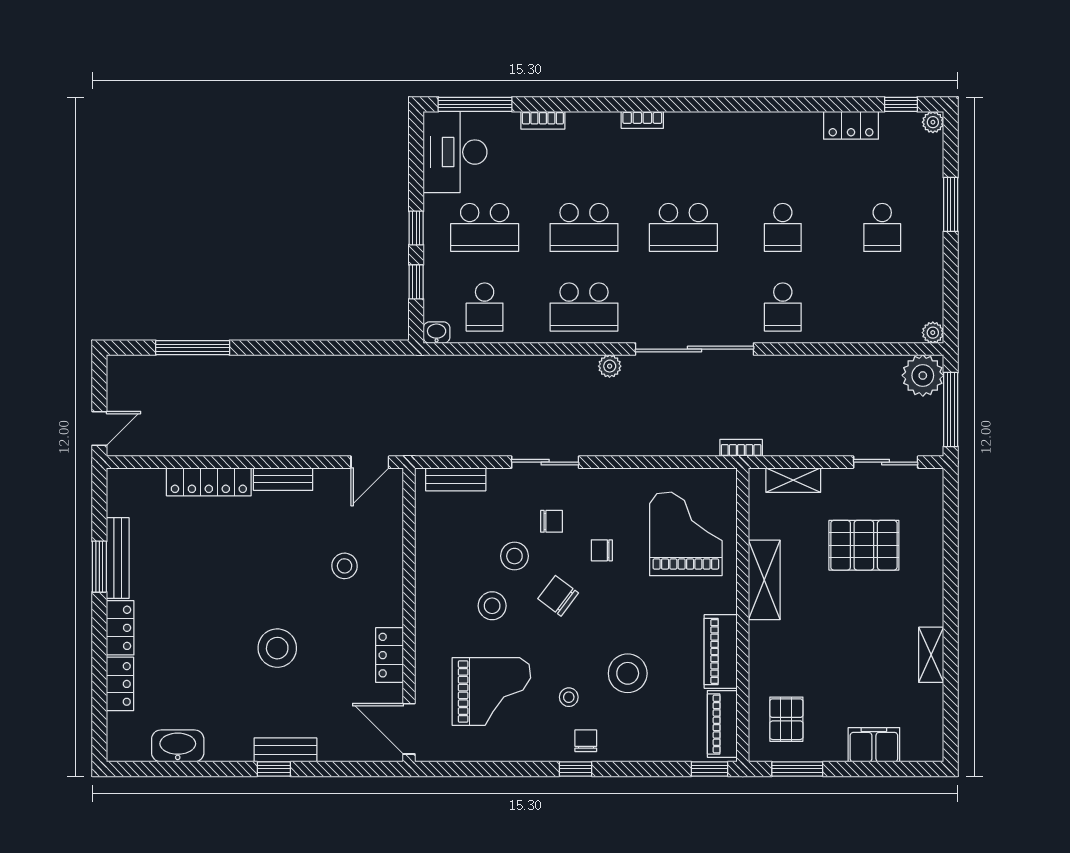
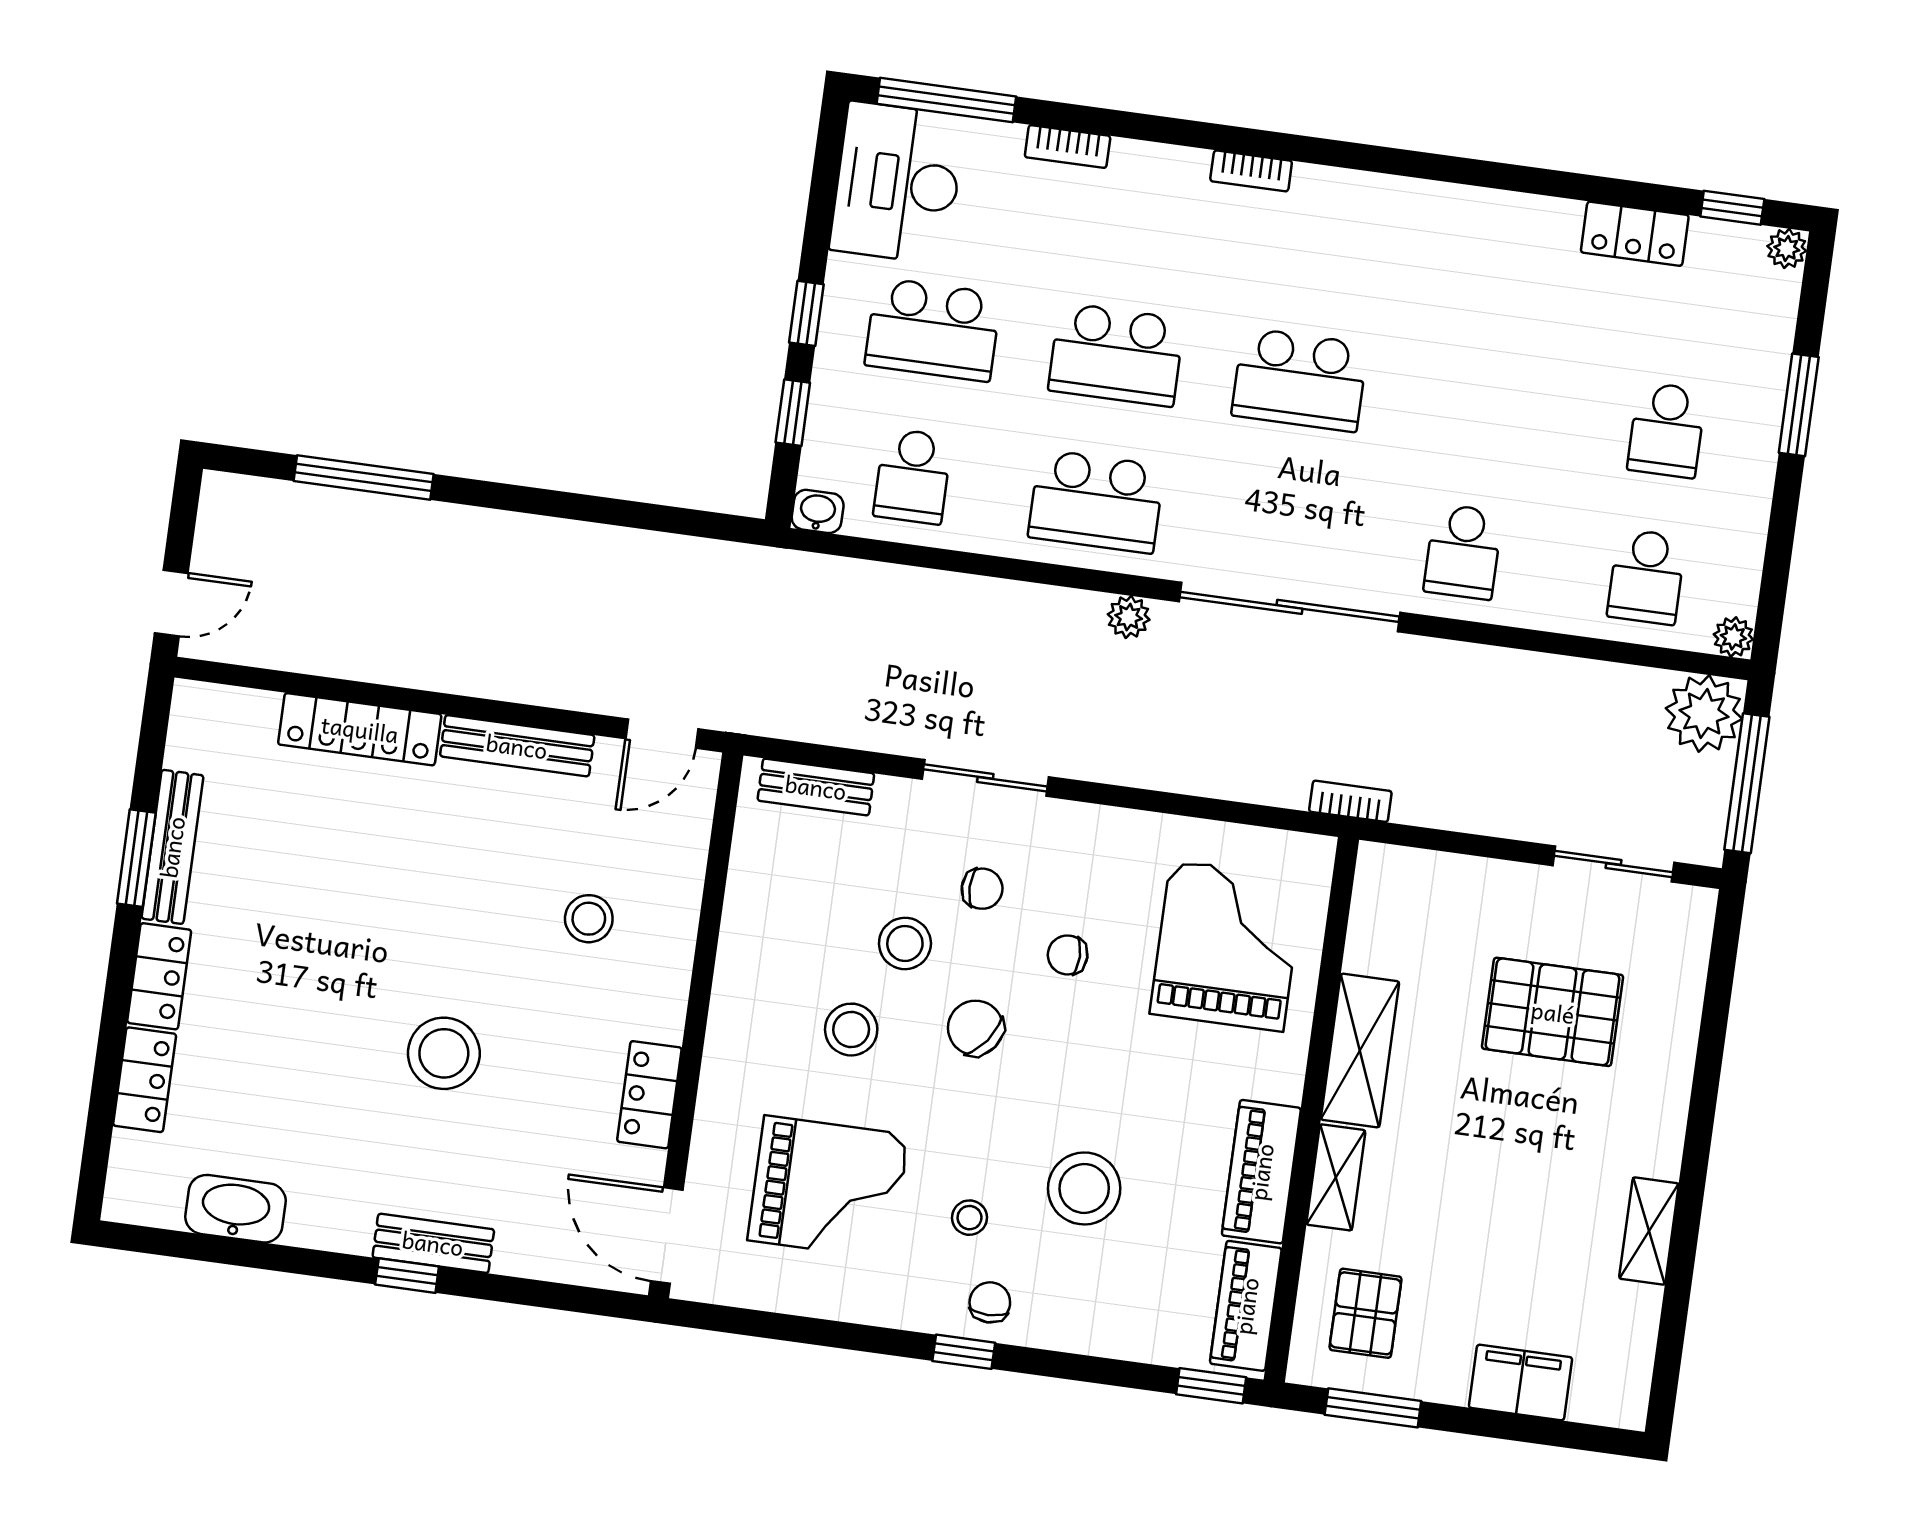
school desk: (783, 227) -> (1646, 577), moved
bench: (283, 479) -> (517, 746), width x1.36
shelving: (793, 480) -> (1336, 1177), moved, turned 90

